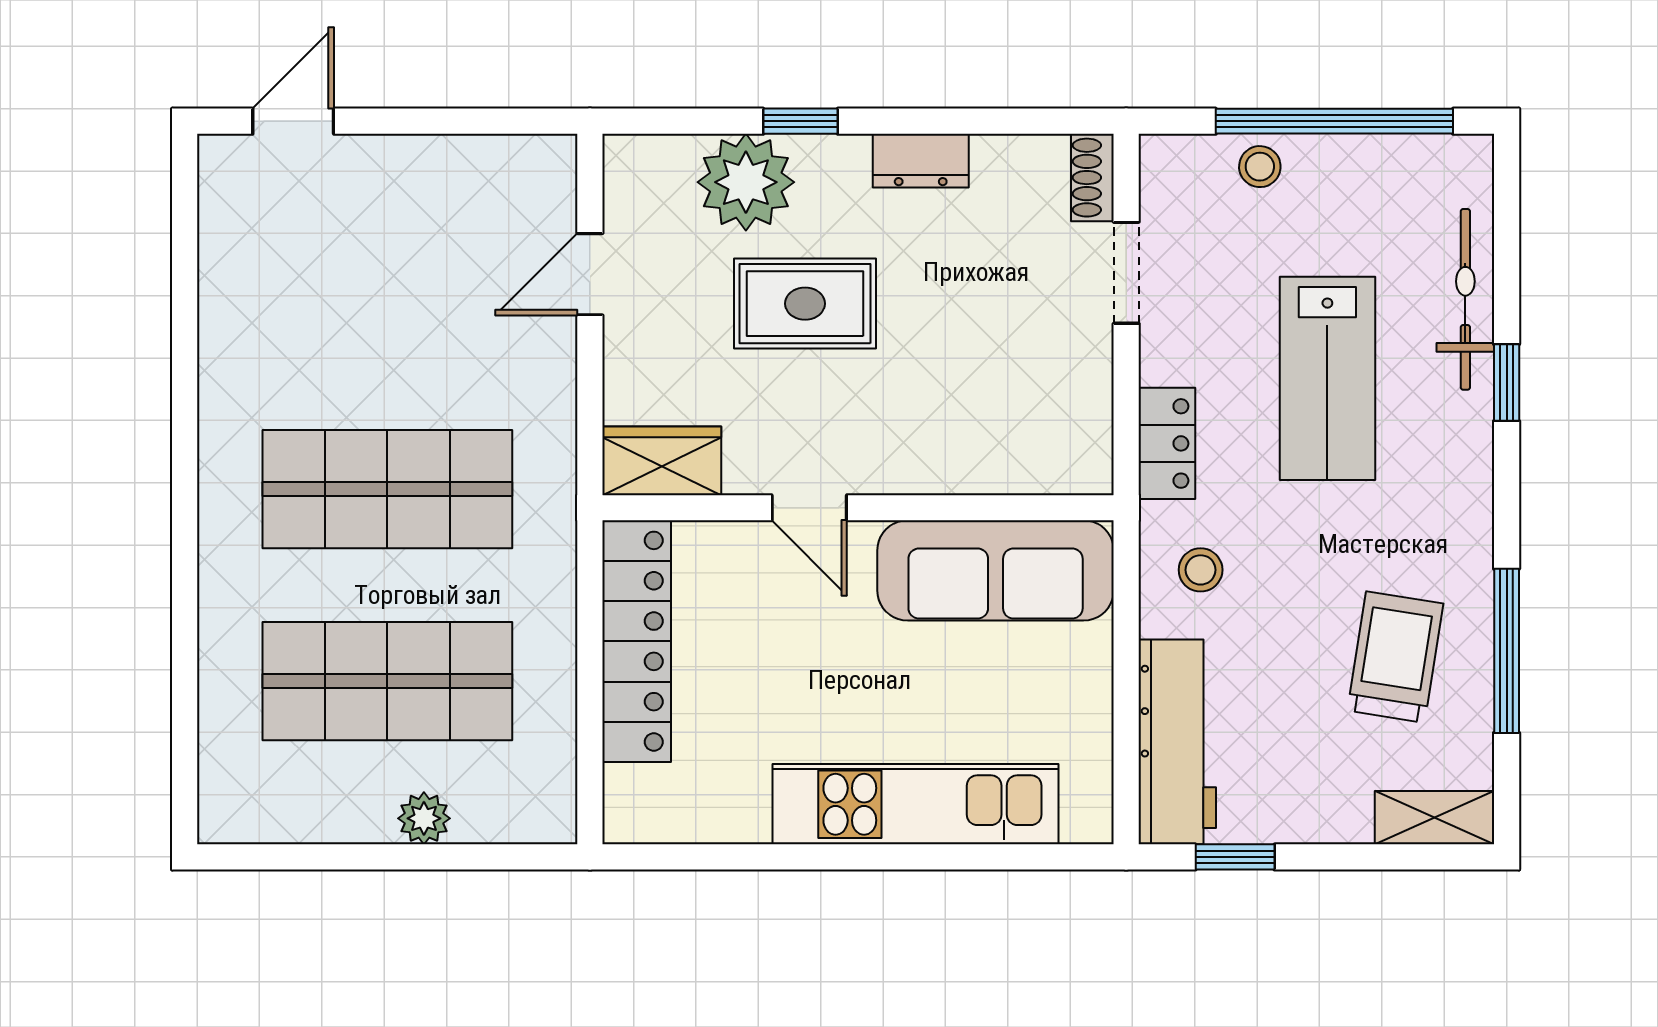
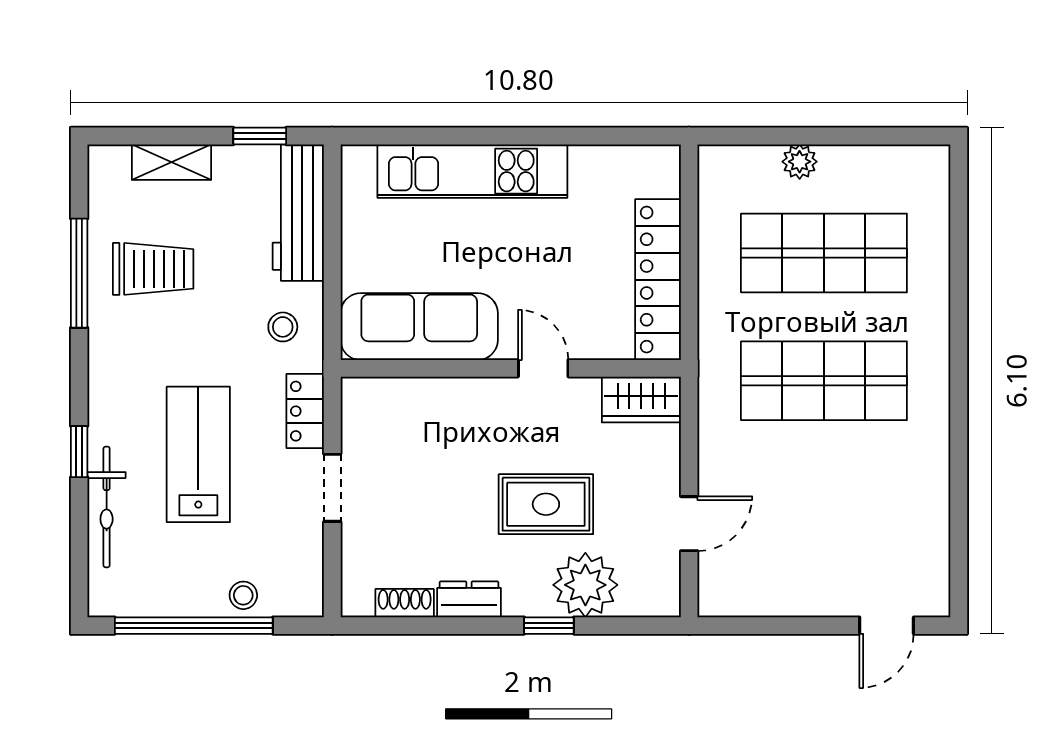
shoe rack: (1092, 178) -> (405, 603), moved, turned -90
doorway: (1126, 273) -> (332, 488), moved
trolley: (1395, 657) -> (153, 269), turned -99
shelving: (1434, 818) -> (172, 162), moved

